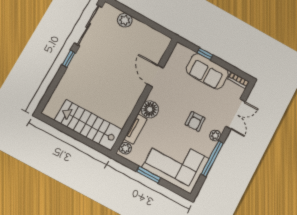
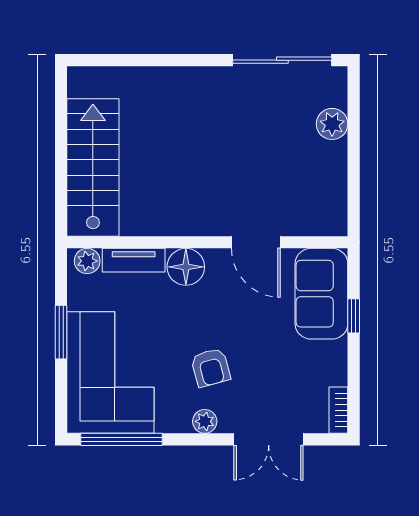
window: (69, 59) -> (198, 60), removed
sofa: (207, 71) -> (321, 294), moved
door: (155, 76) -> (256, 242), swing flipped
armchair: (195, 121) -> (211, 367), turned -103
window: (212, 159) -> (121, 439), moved

